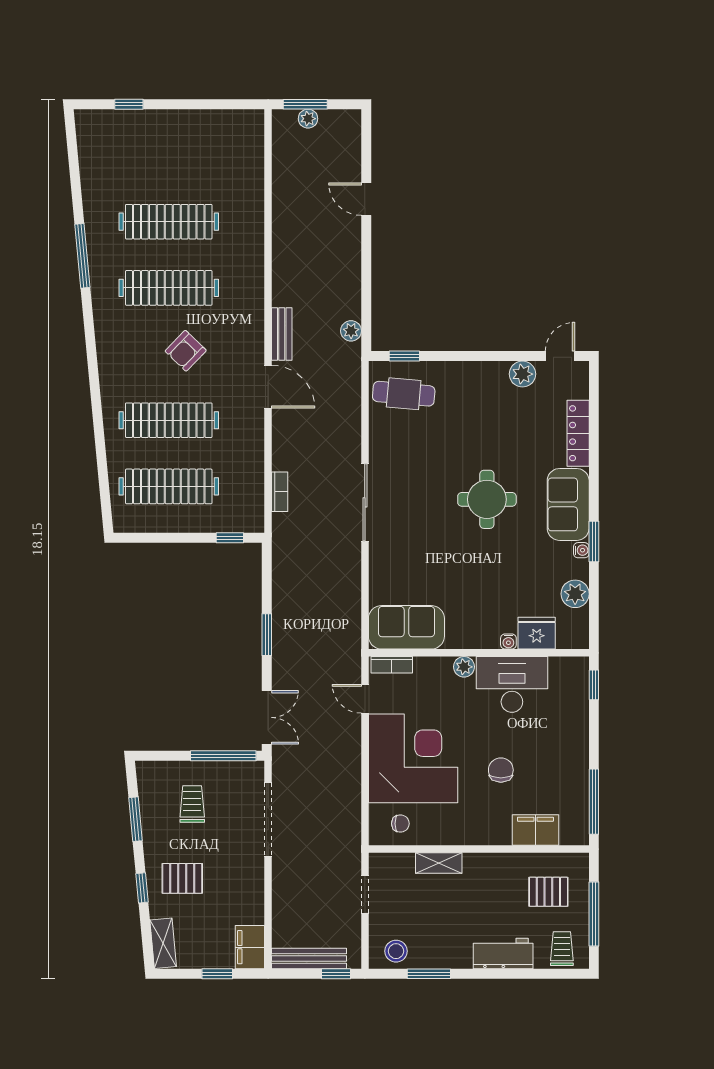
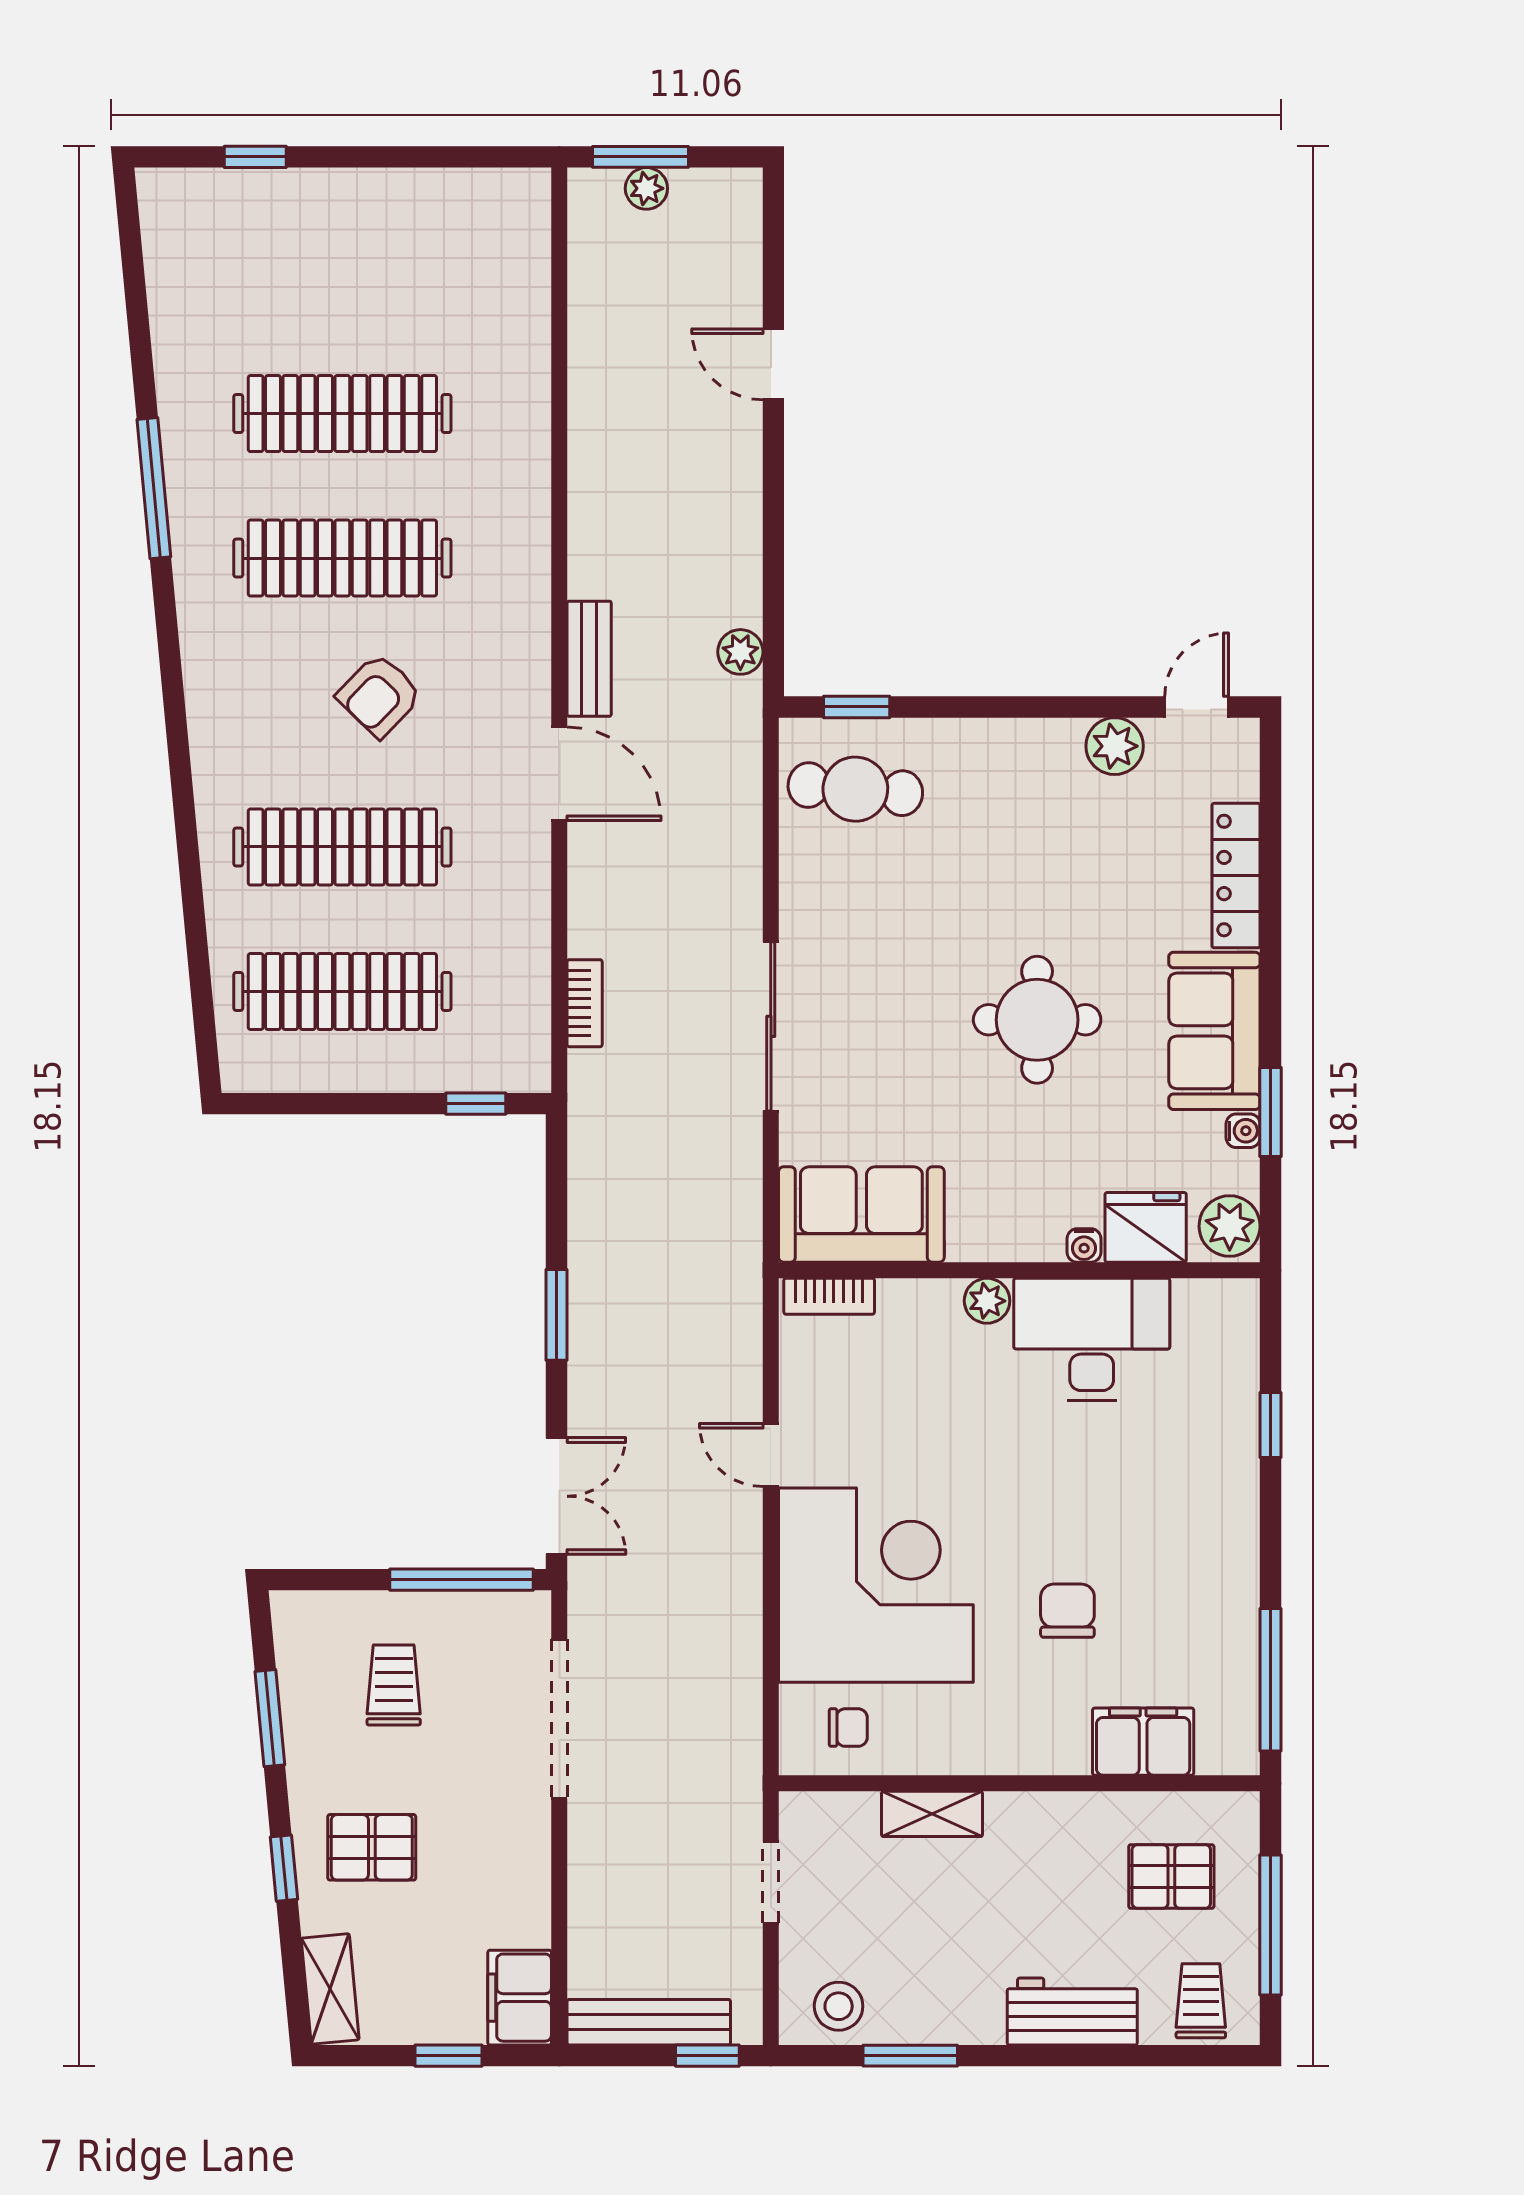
sofa: (406, 627) -> (861, 1214), moved
fridge: (537, 633) -> (1146, 1227), moved
water cooler: (508, 641) -> (1084, 1245), moved
wall: (479, 653) -> (1019, 1270), moved
bookcase: (392, 665) -> (829, 1296), moved
plant: (464, 667) -> (987, 1301), moved
desk: (512, 684) -> (1092, 1339), moved

